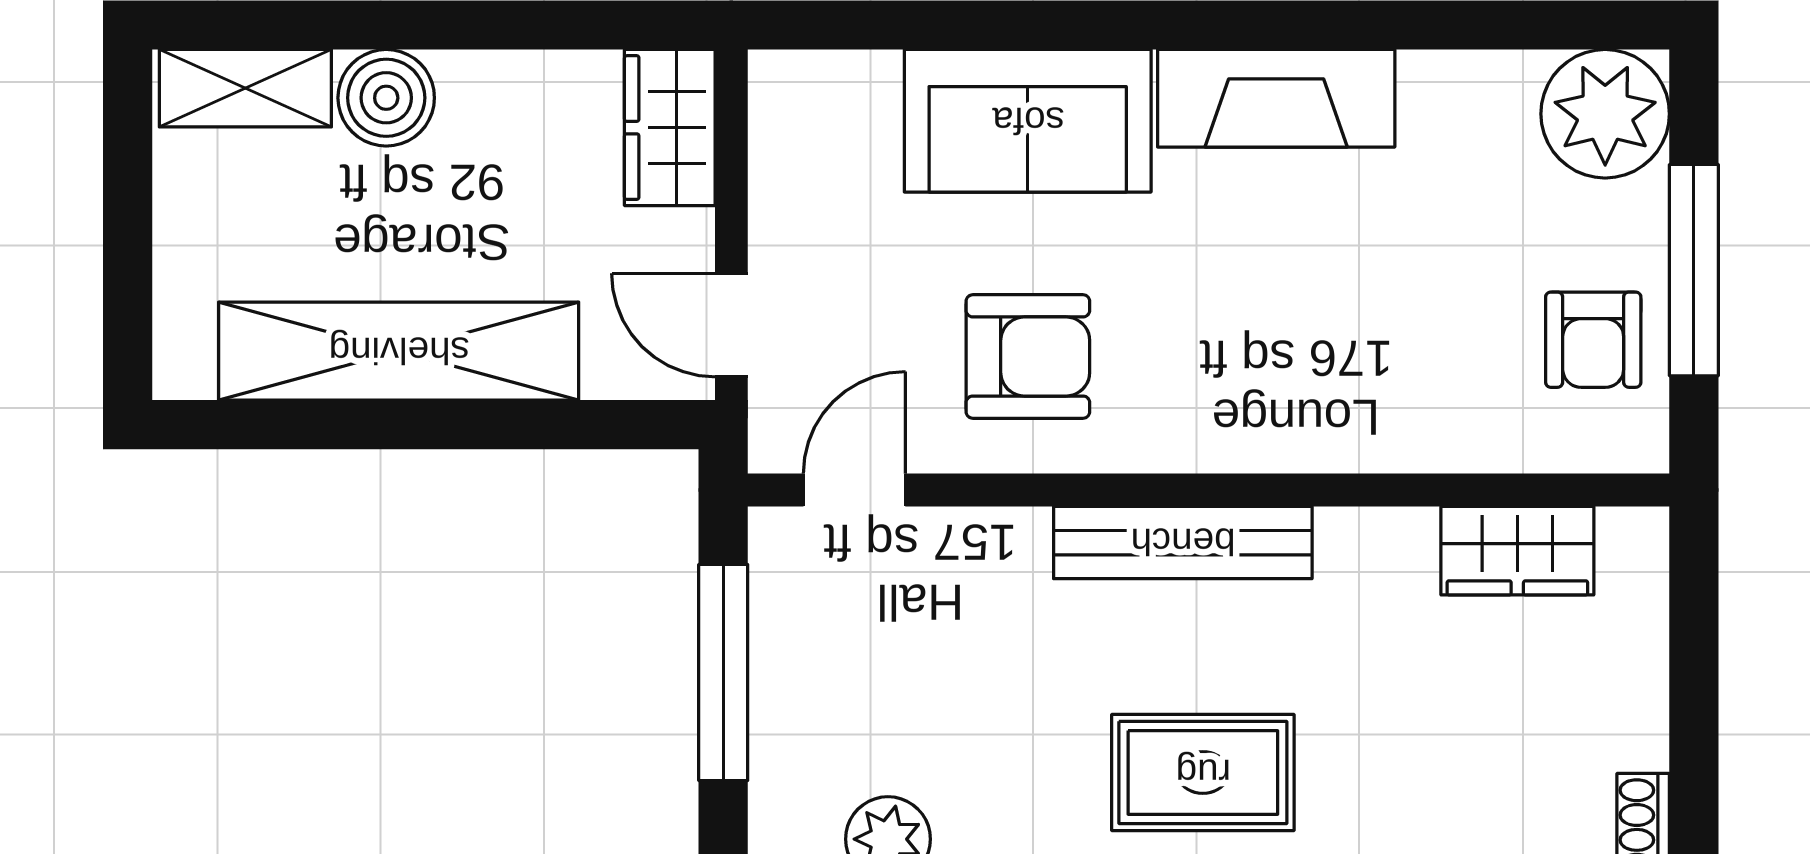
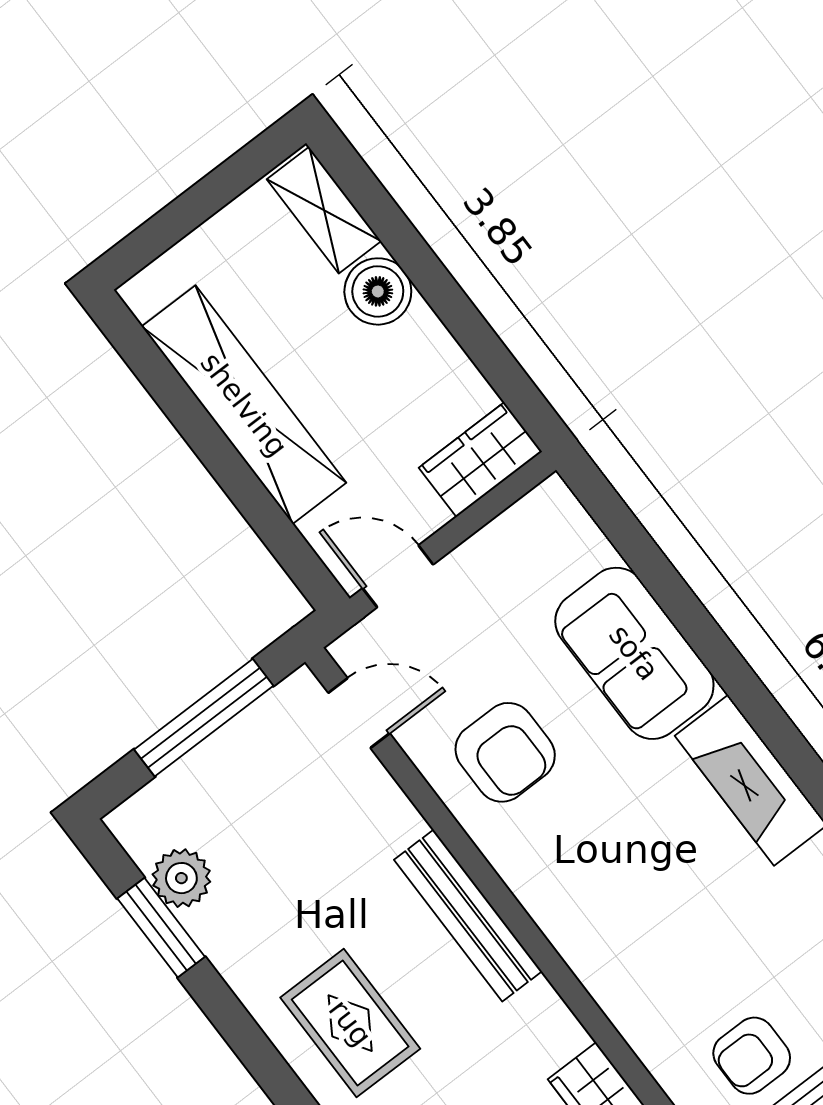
door: (731, 325) -> (398, 576), hinge flipped

